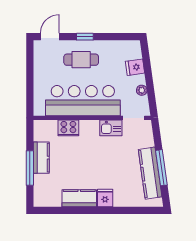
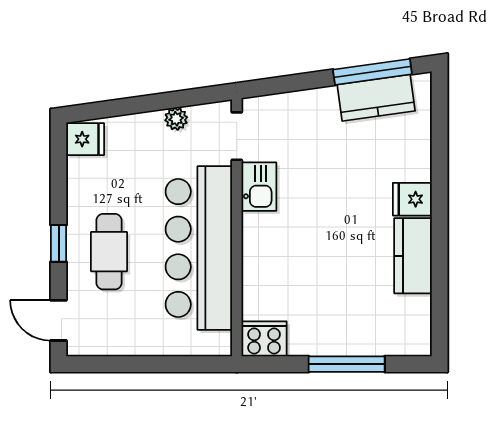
fridge: (135, 67) -> (85, 139), moved, turned -82
cooker: (68, 128) -> (264, 339), moved, turned -90
kitchen counter: (41, 158) -> (324, 339), removed
window: (161, 168) -> (372, 72), moved
kitchen counter: (150, 173) -> (376, 98), width x0.67

